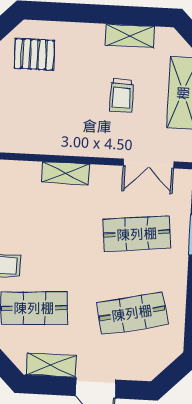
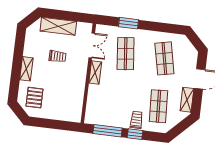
shelving: (130, 36) -> (26, 69), moved
shelving: (66, 173) -> (95, 72), moved

